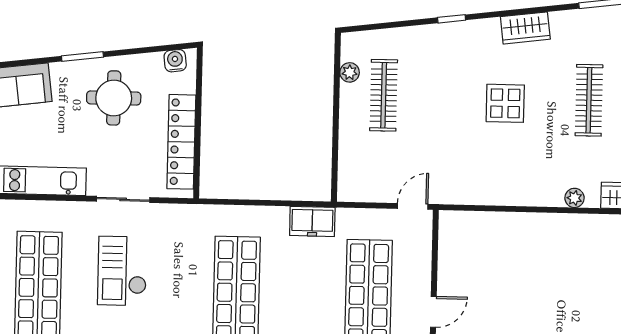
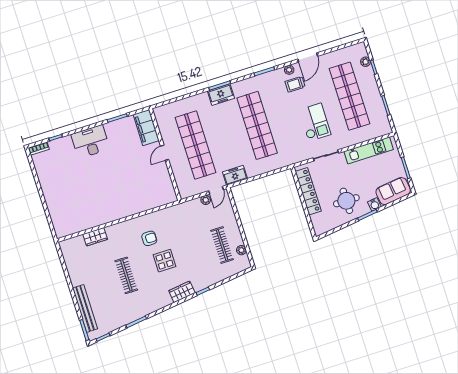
wardrobe: (525, 28) -> (182, 292), moved
water cooler: (175, 61) -> (374, 204), moved
armchair: (520, 156) -> (149, 238), added
plant: (574, 198) -> (206, 200), moved
door: (413, 206) -> (216, 190), moved

